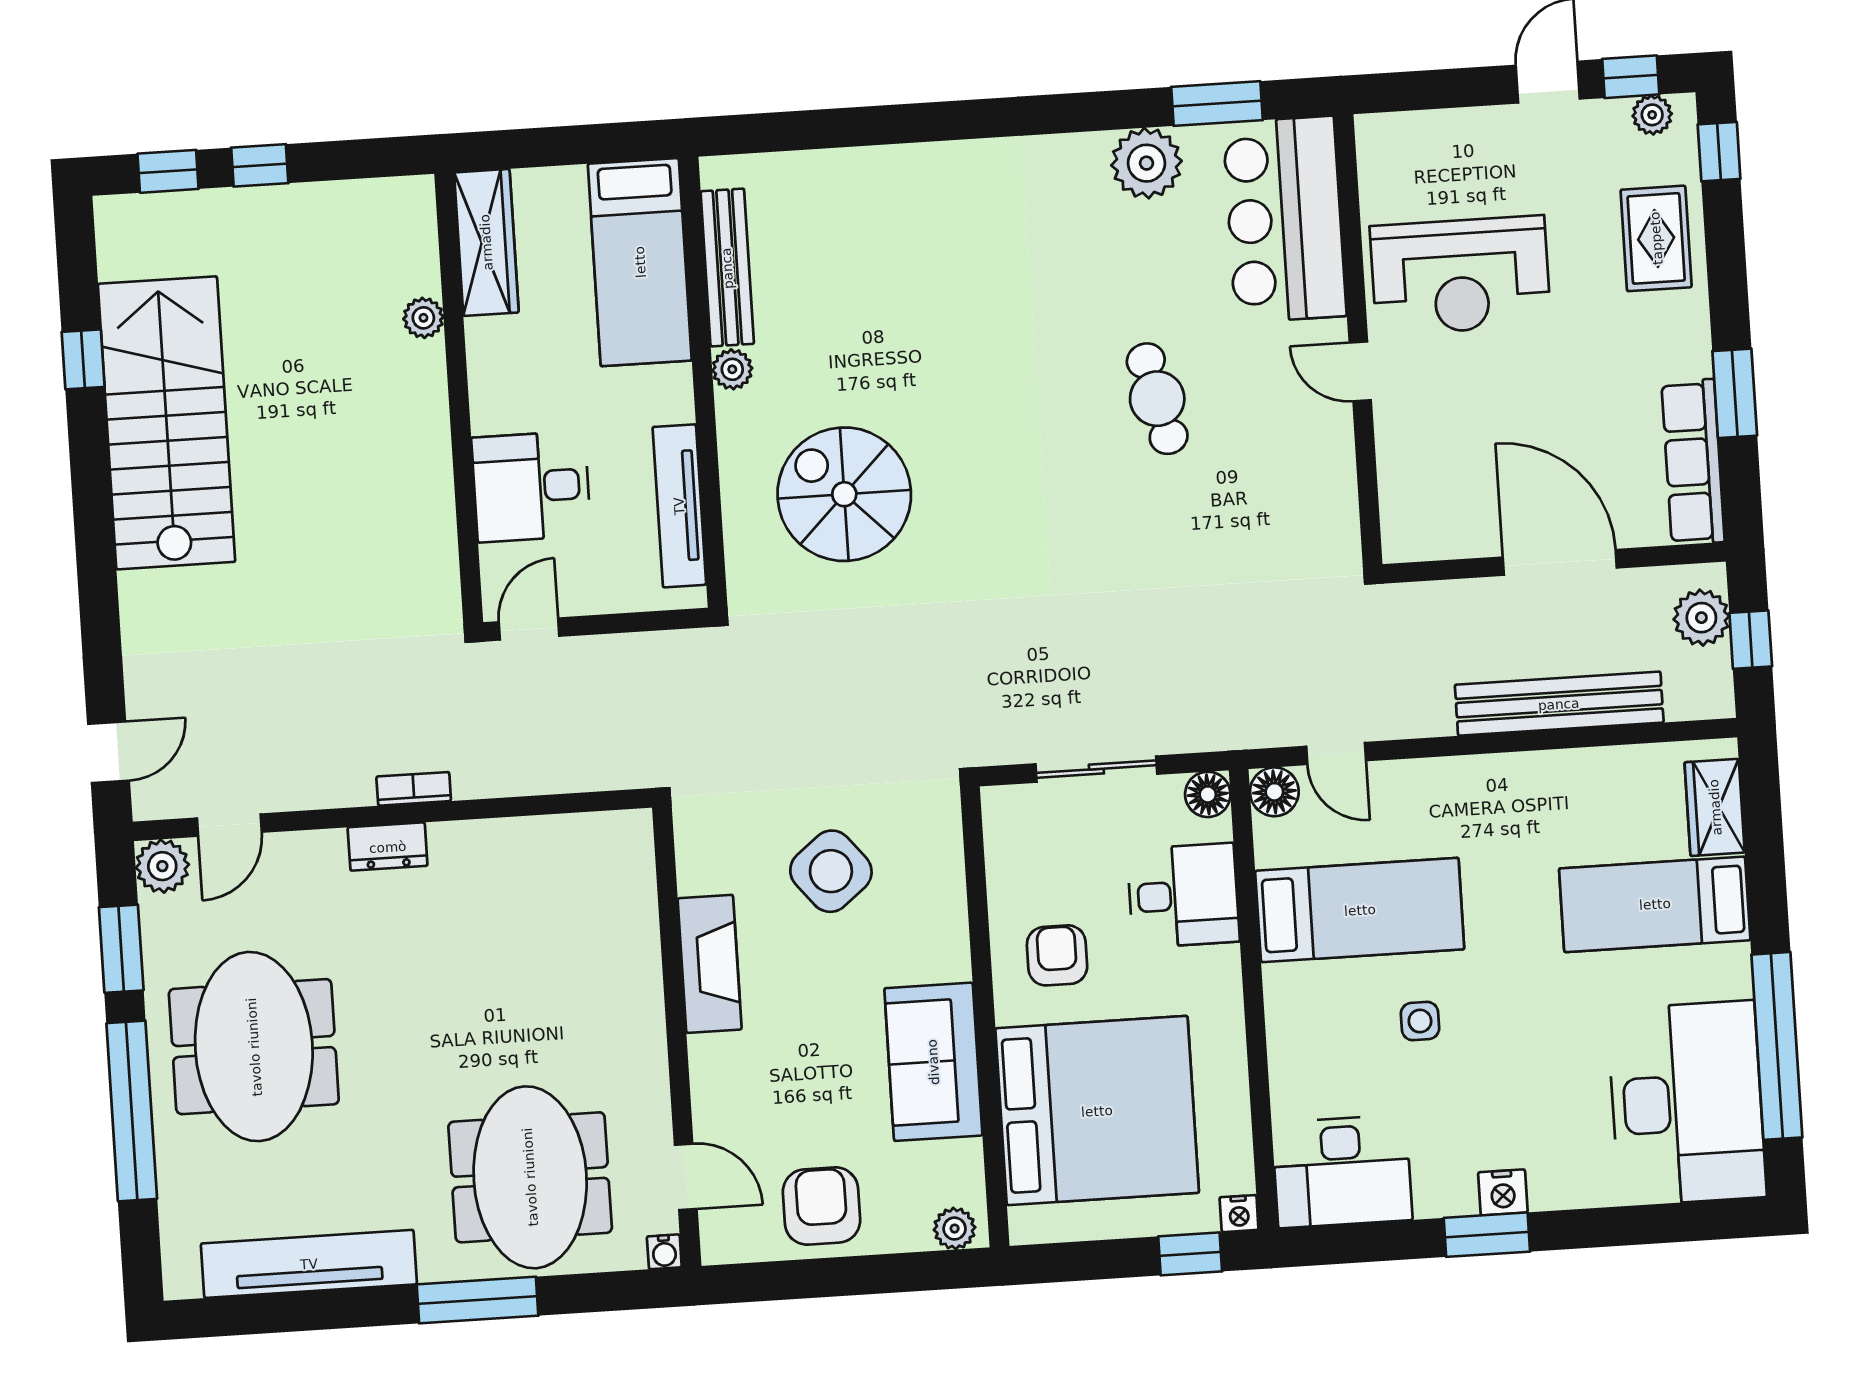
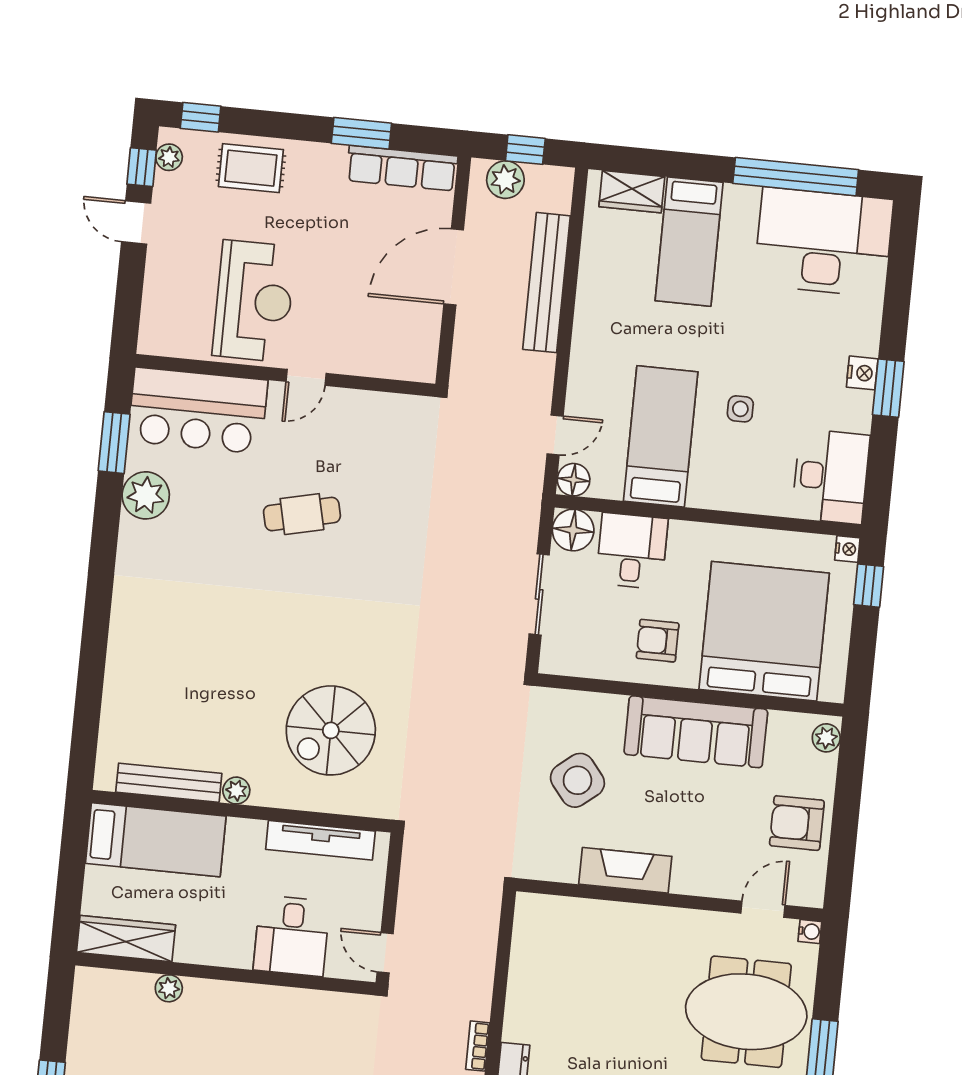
floor lamp: (1208, 794) -> (573, 530), width x1.38, depth x1.38
sofa: (933, 1062) -> (696, 732), width x1.36

